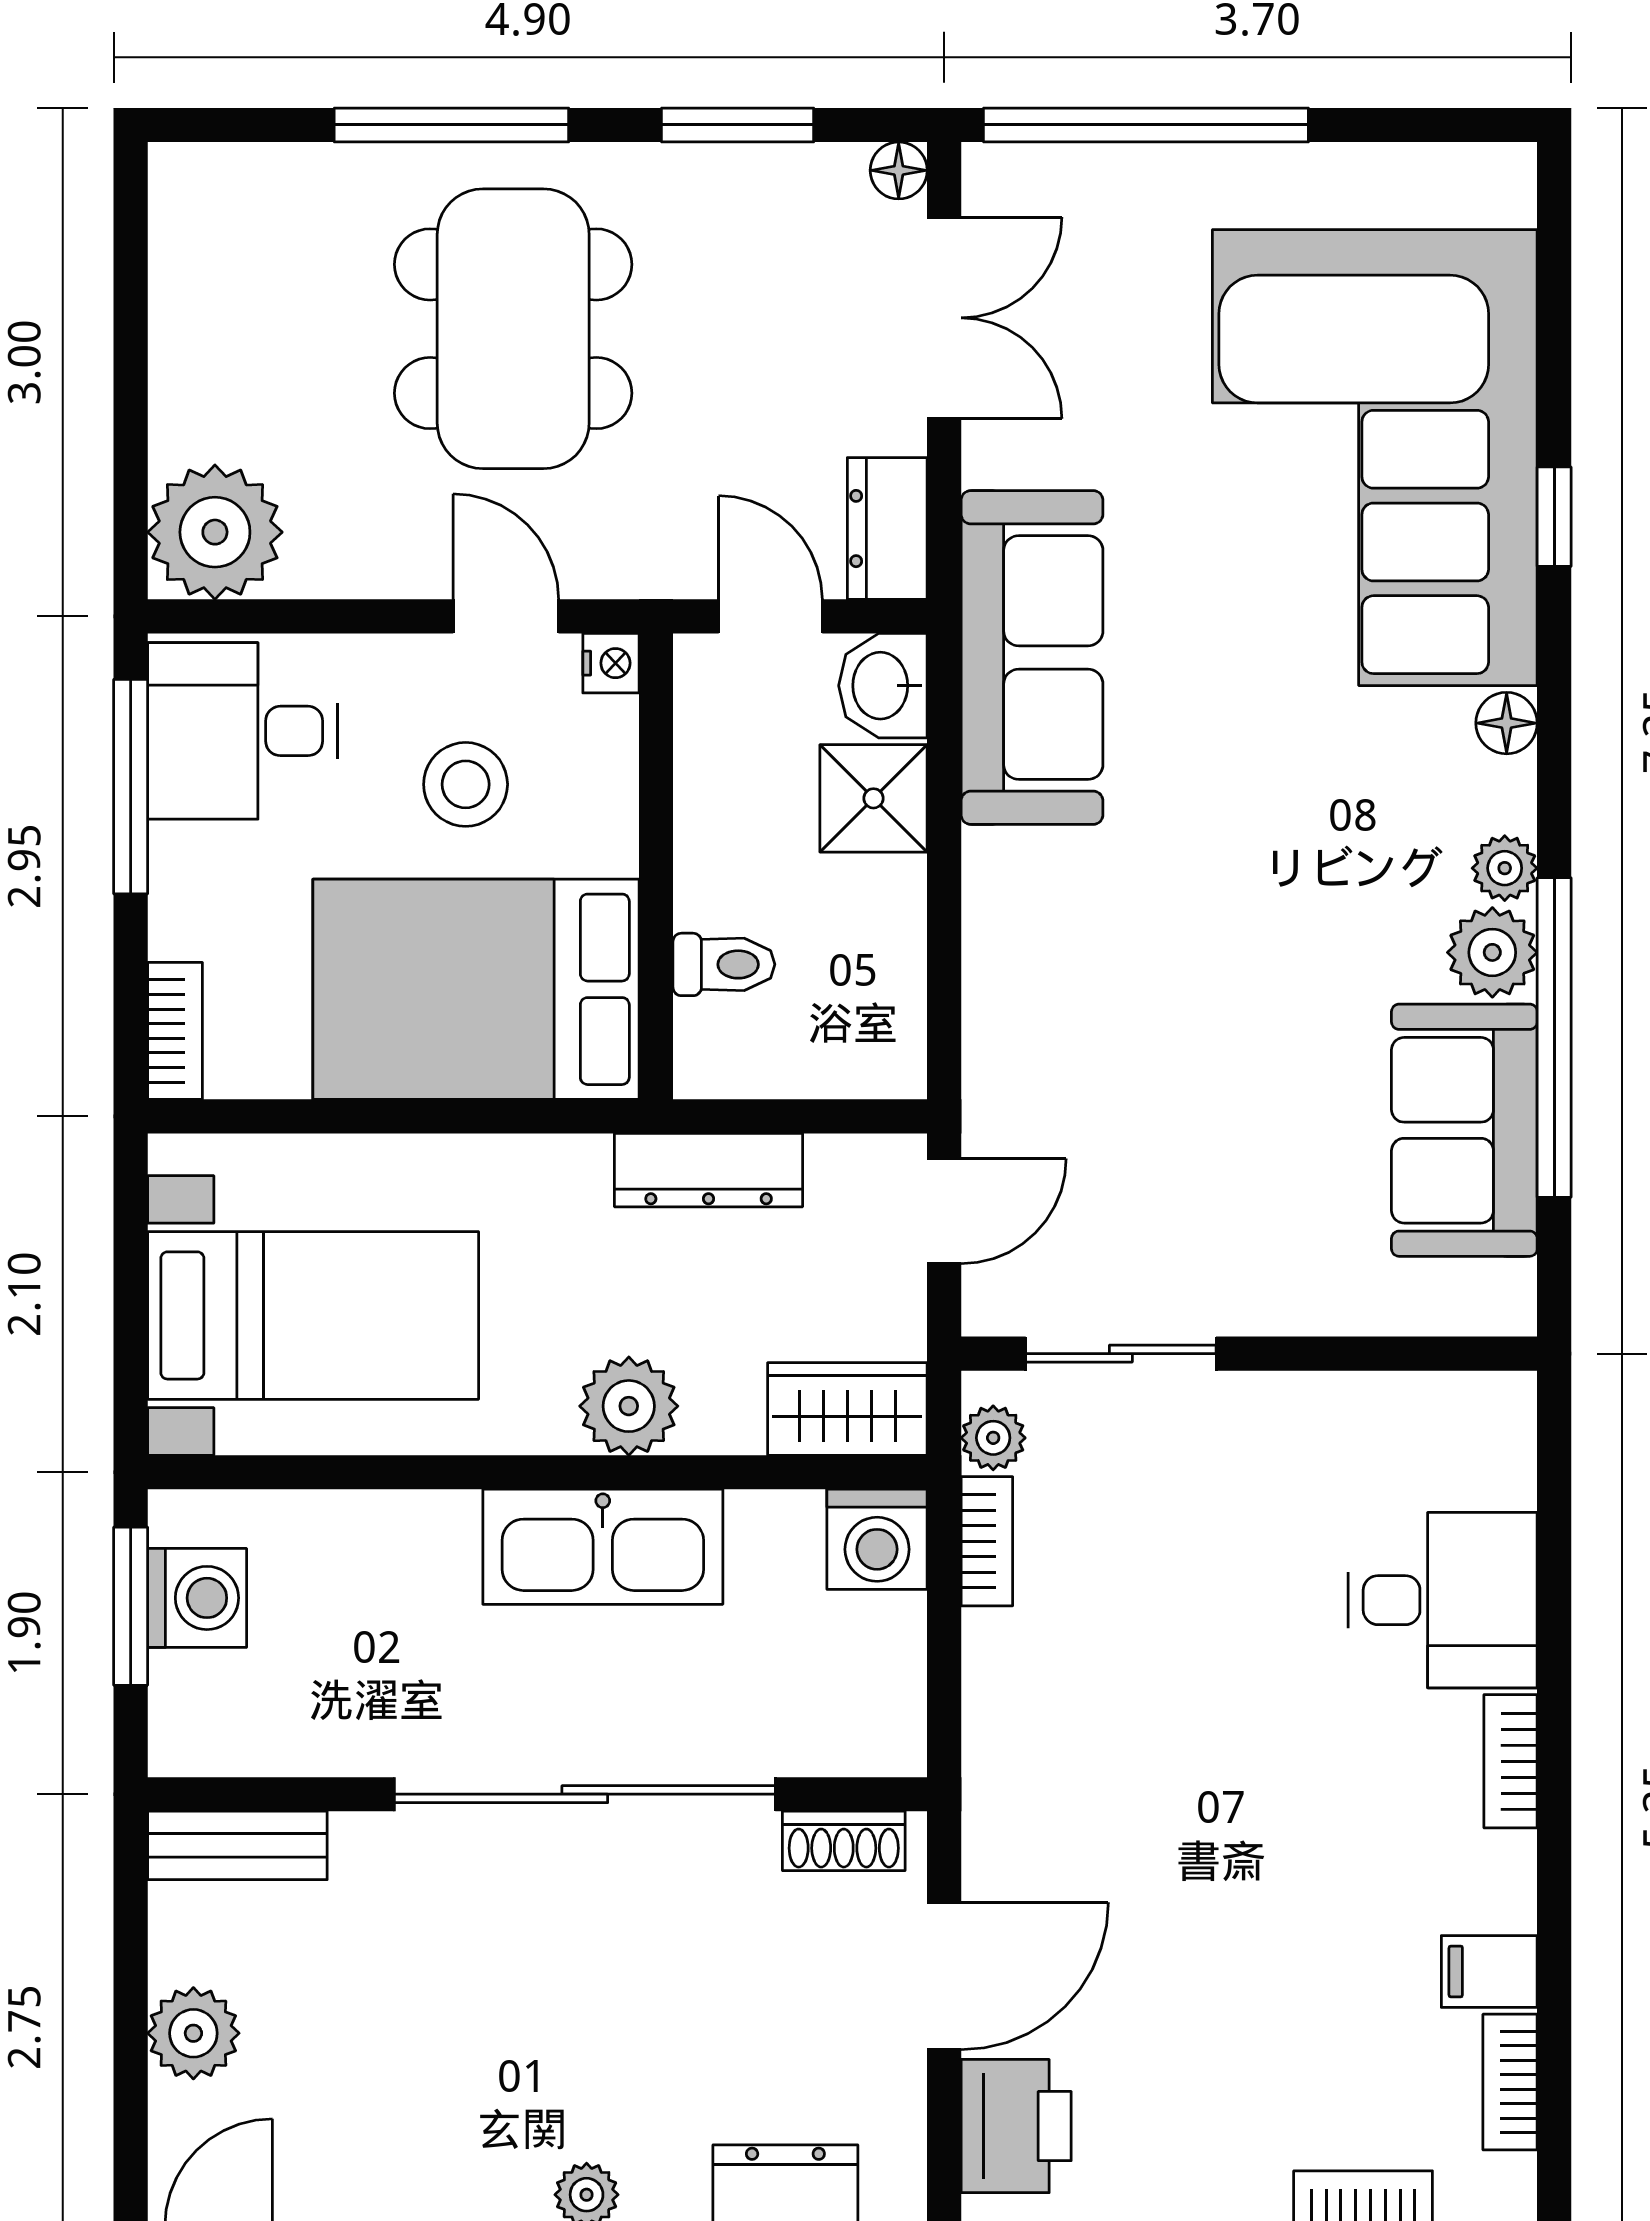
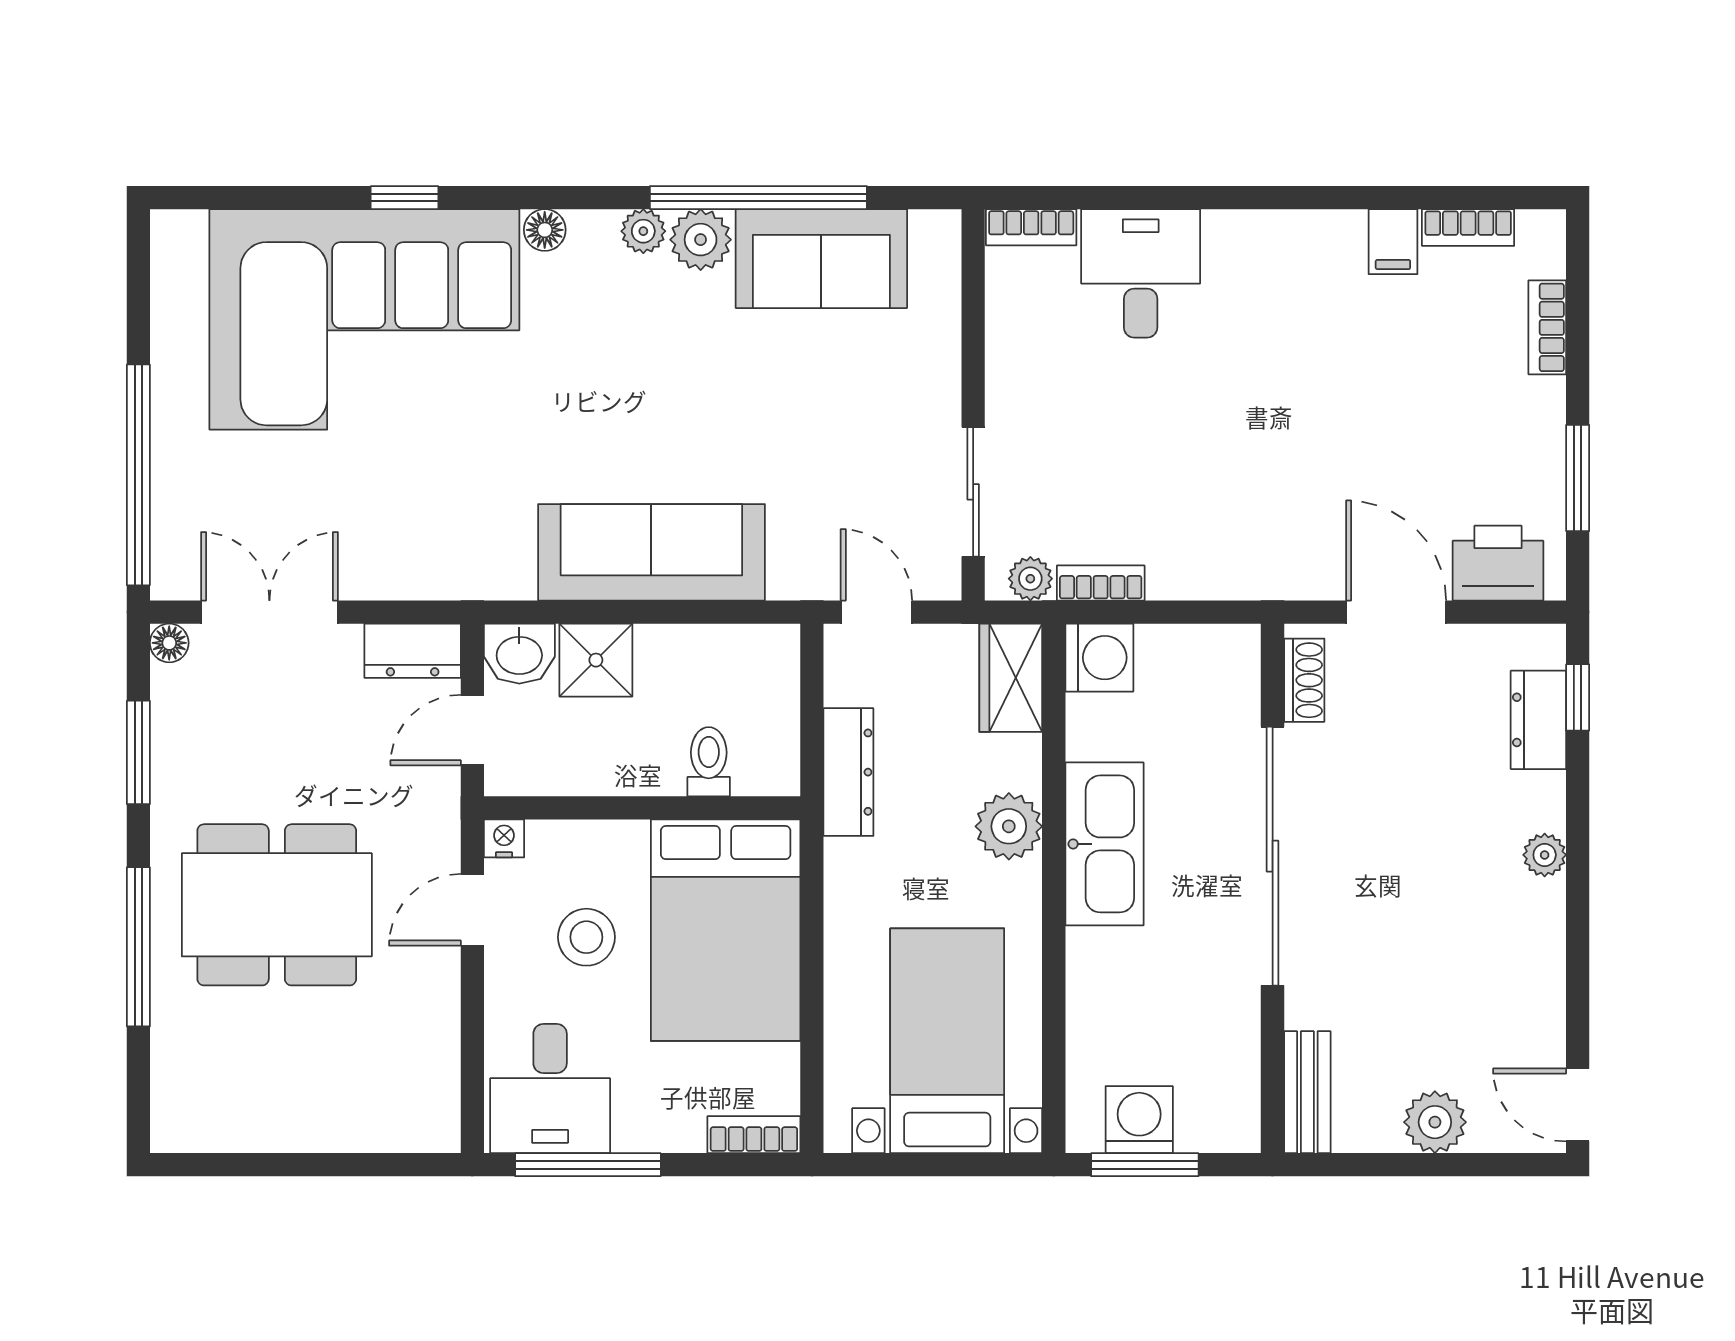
plant: (215, 532) -> (415, 1107), removed
sofa: (1032, 658) -> (651, 552), moved
bookcase: (1511, 1761) -> (1031, 227), moved

